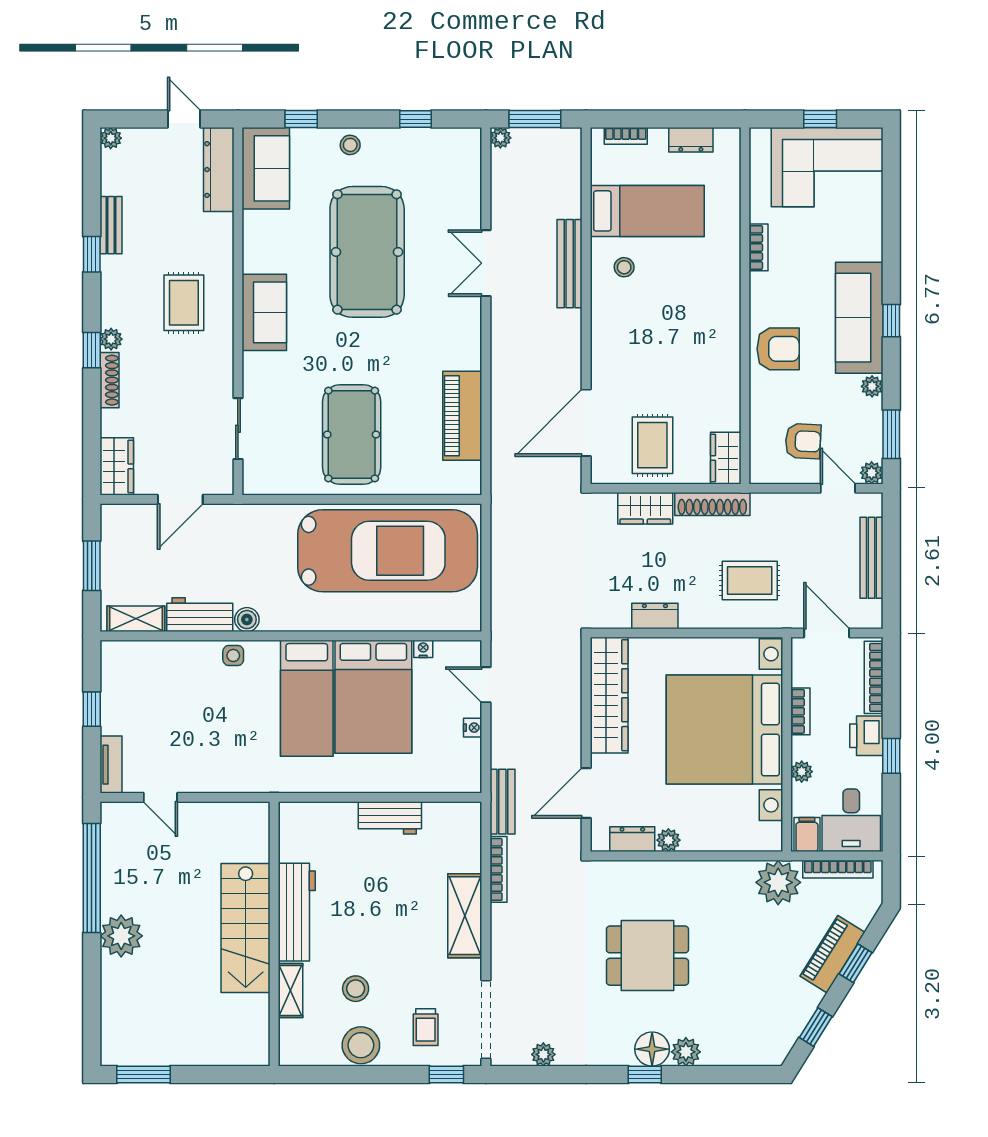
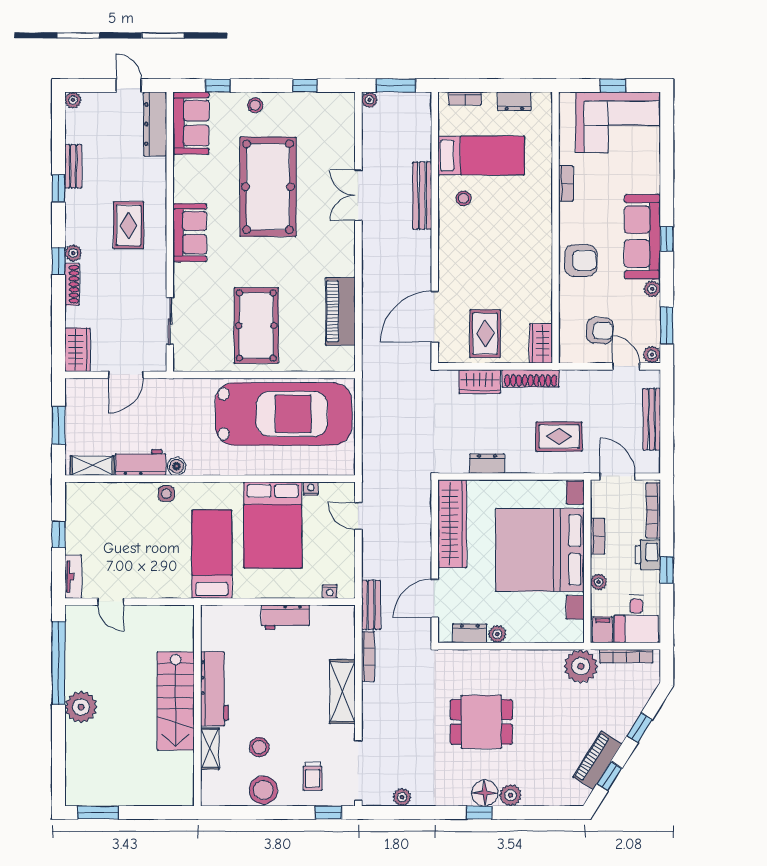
bed: (307, 698) -> (212, 554), moved, turned 180
nightstand: (473, 728) -> (330, 592), moved, turned 90
piano: (832, 954) -> (597, 760), moved

